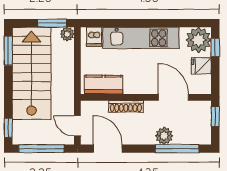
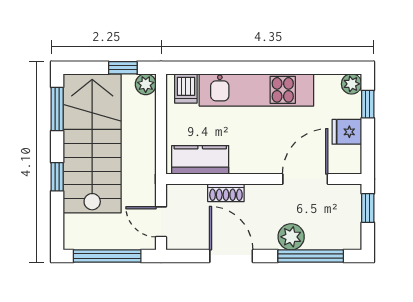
window: (52, 23) -> (123, 68), width x0.67
plant: (198, 40) -> (352, 84), width x0.53, depth x0.53
door: (173, 97) -> (305, 179), hinge flipped
shoe rack: (126, 106) -> (226, 193), width x0.70
window: (8, 128) -> (57, 177), moved
door: (108, 149) -> (231, 256), moved

